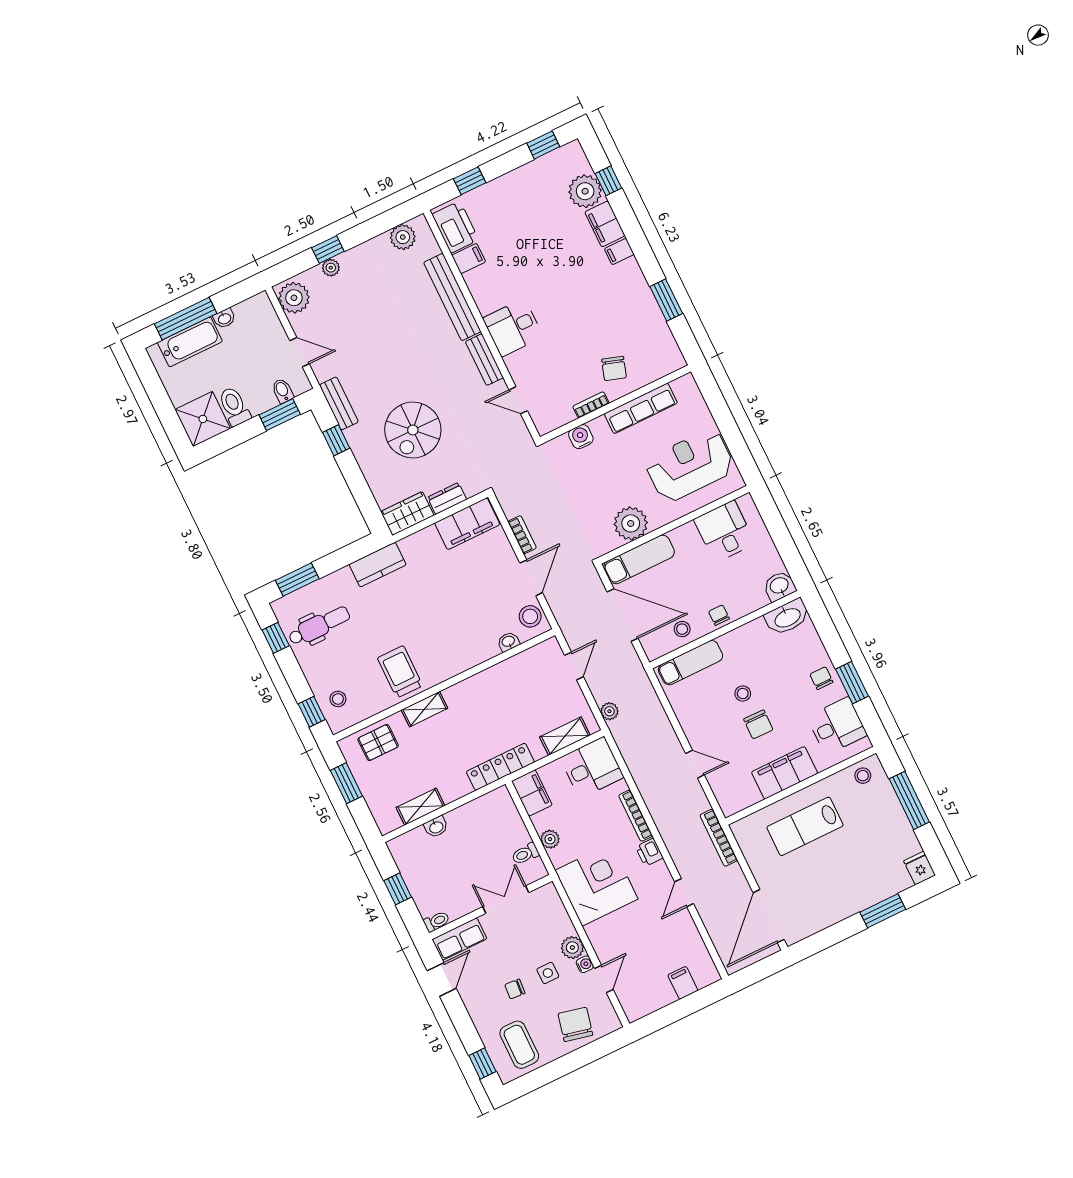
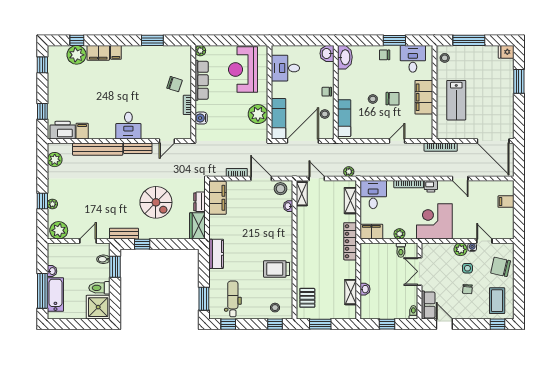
plant: (687, 384) -> (200, 51), added
shelving: (424, 709) -> (302, 194), moved
coffee table: (519, 1045) -> (497, 301), turned 90

